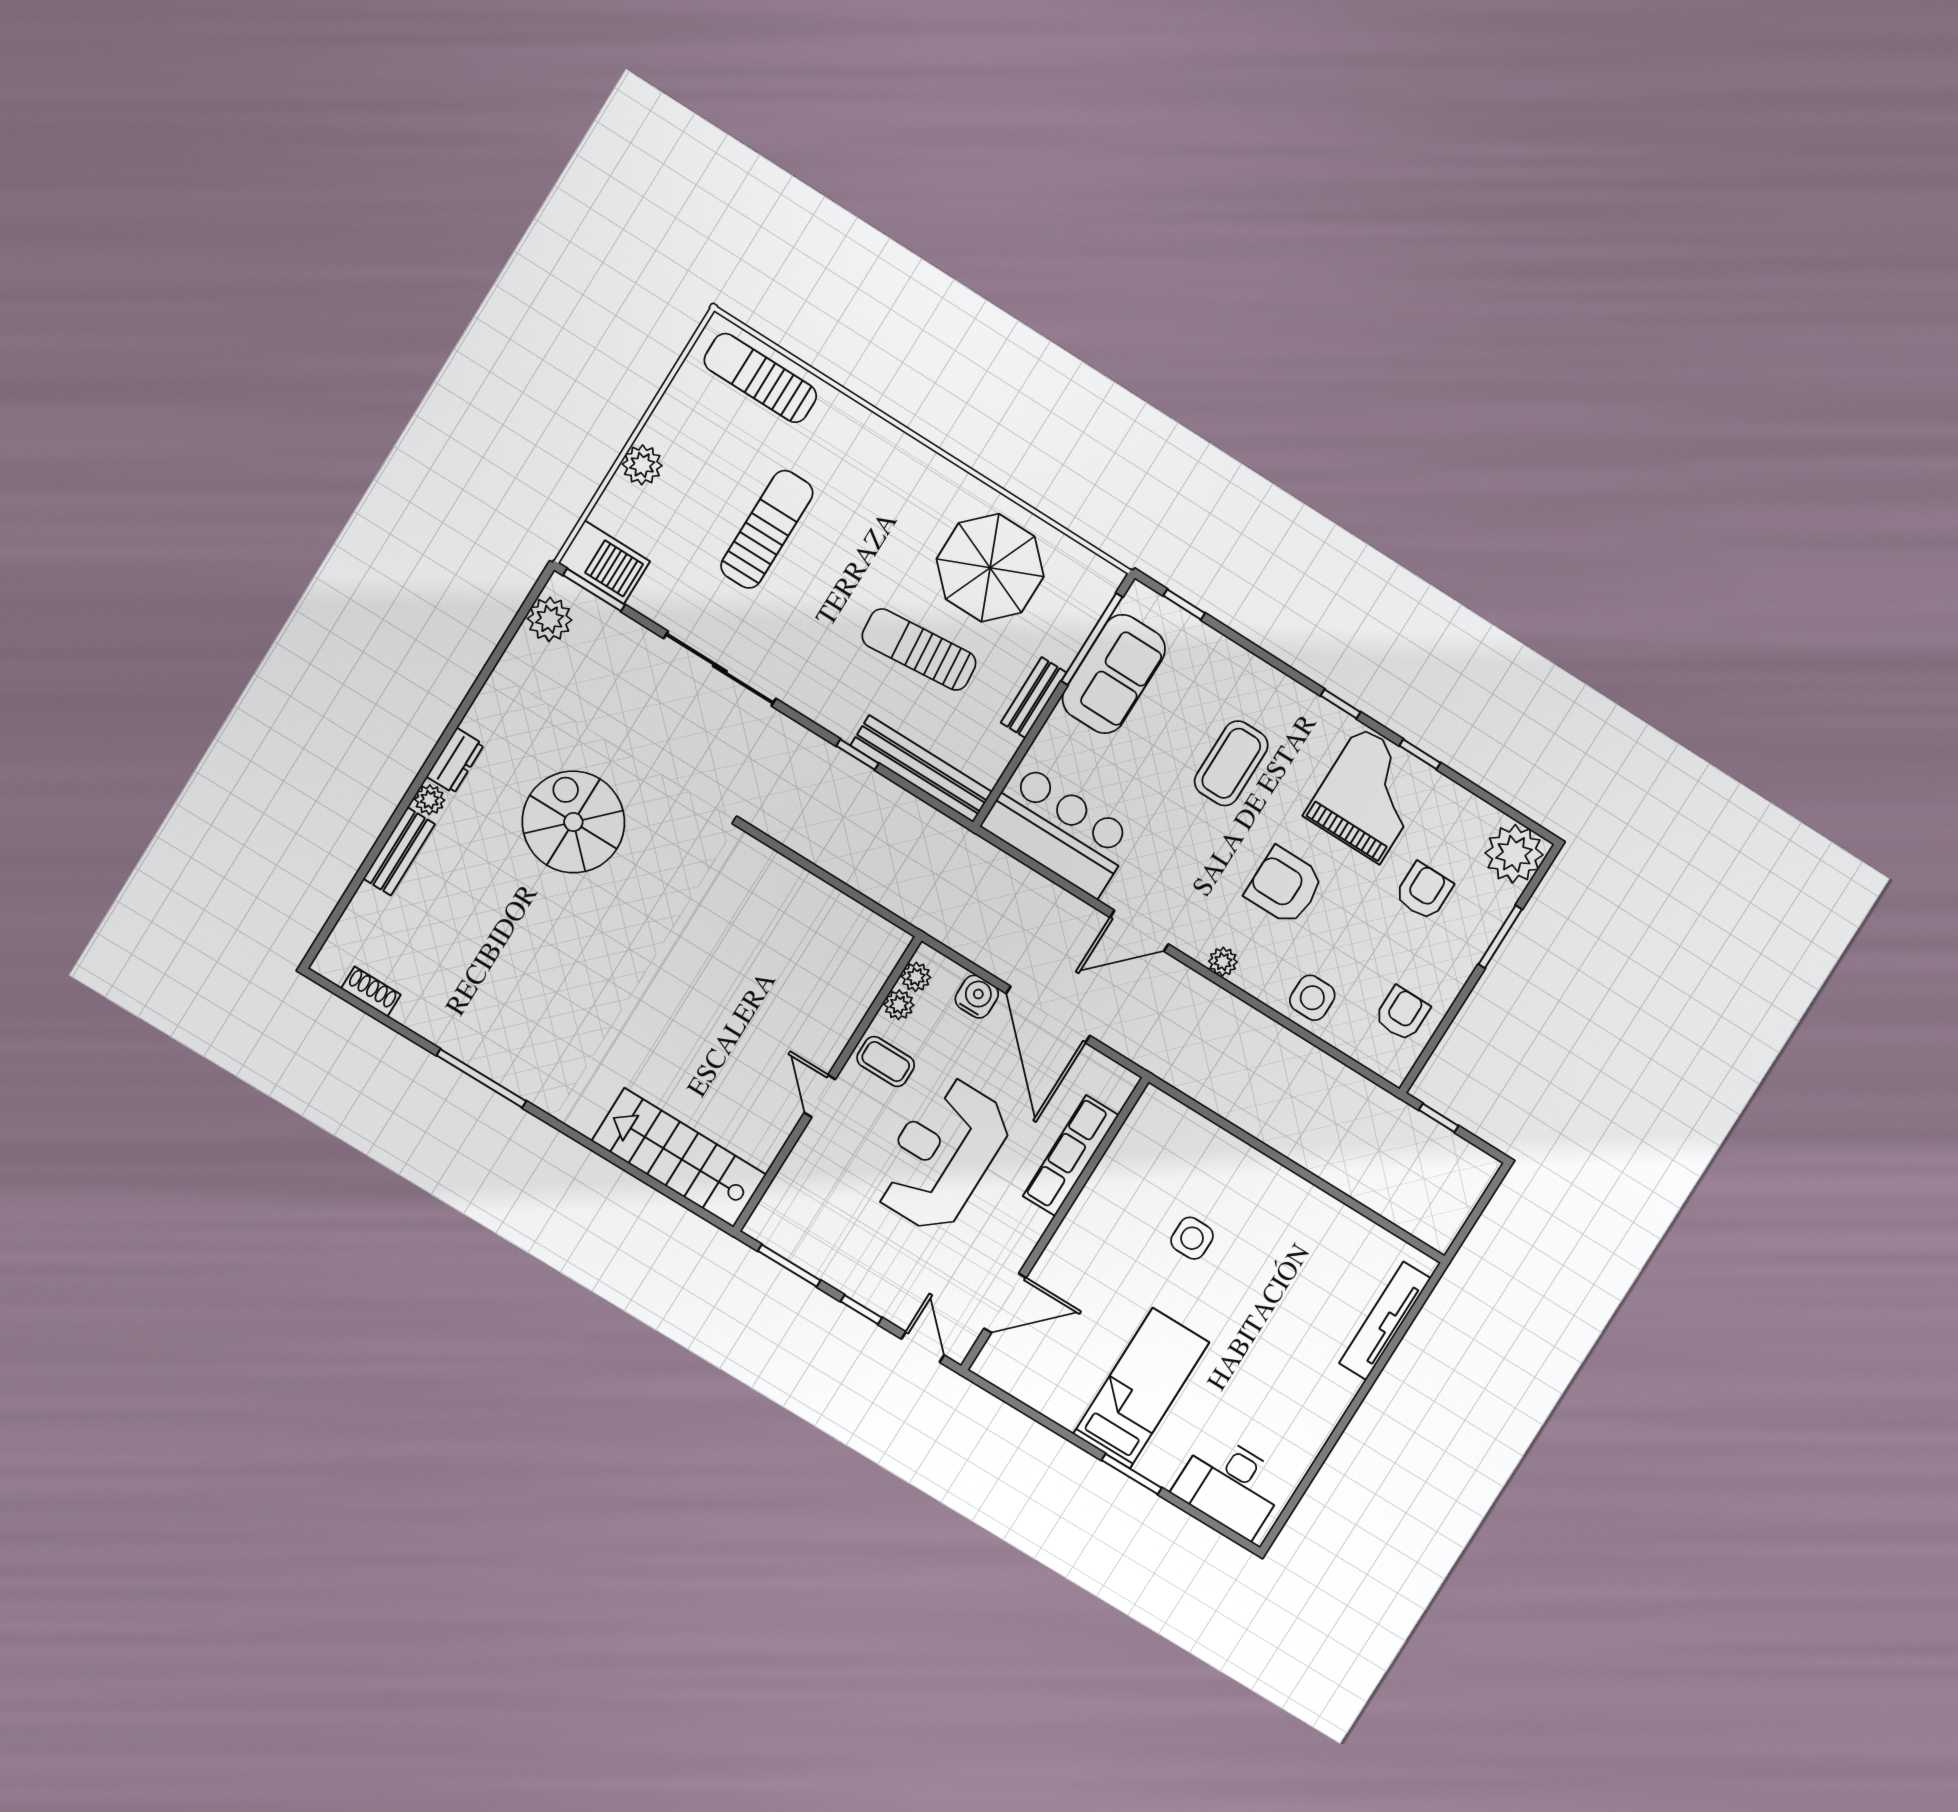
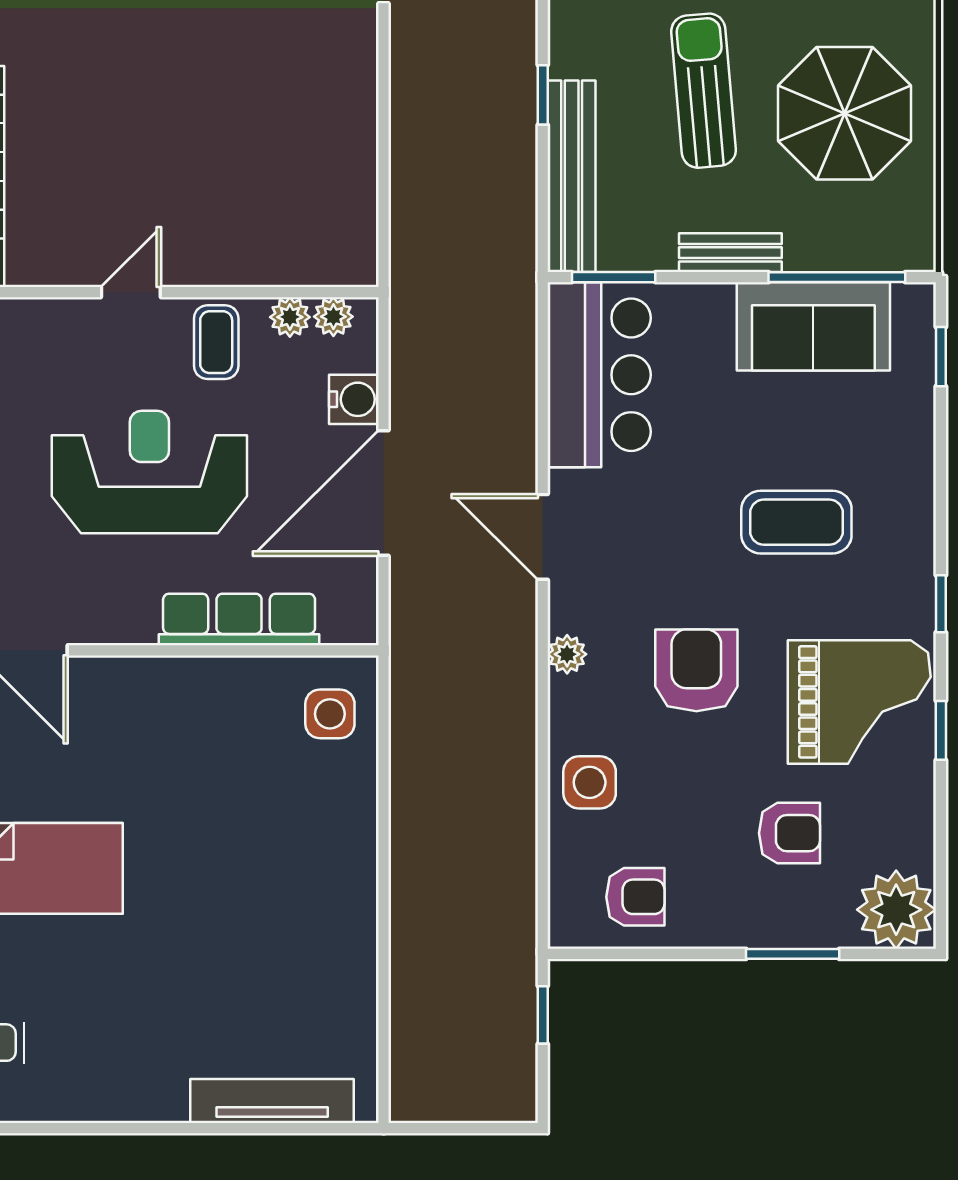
window: (1003, 782) -> (614, 277), added
side table: (1192, 1238) -> (330, 714), moved

